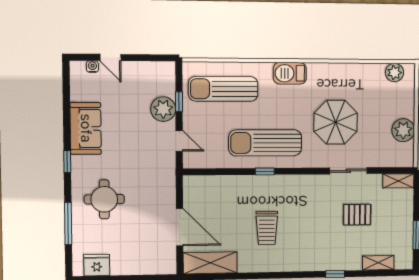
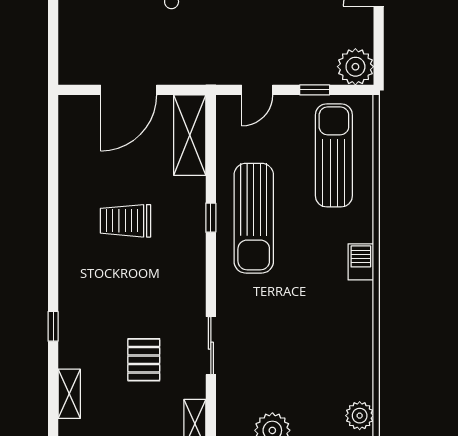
barbecue: (290, 73) -> (361, 262), width x0.73, depth x0.79
plant: (163, 109) -> (355, 67), moved
parasol: (336, 122) -> (285, 325), removed
sun lounger: (265, 143) -> (254, 218), turned 180
shelving: (210, 263) -> (190, 135), moved

